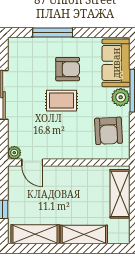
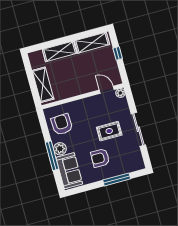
rug: (61, 101) -> (109, 131), moved

